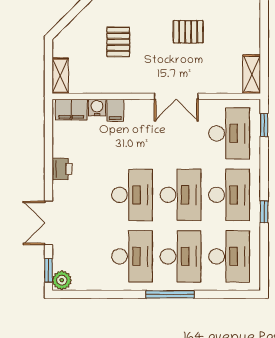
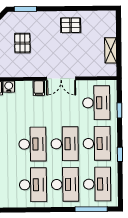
pallet: (188, 32) -> (71, 25), moved
shelving: (252, 74) -> (111, 50), moved
filing cabinet: (115, 110) -> (39, 88), moved
window: (264, 125) -> (119, 110), moved
window: (170, 294) -> (91, 209), moved

